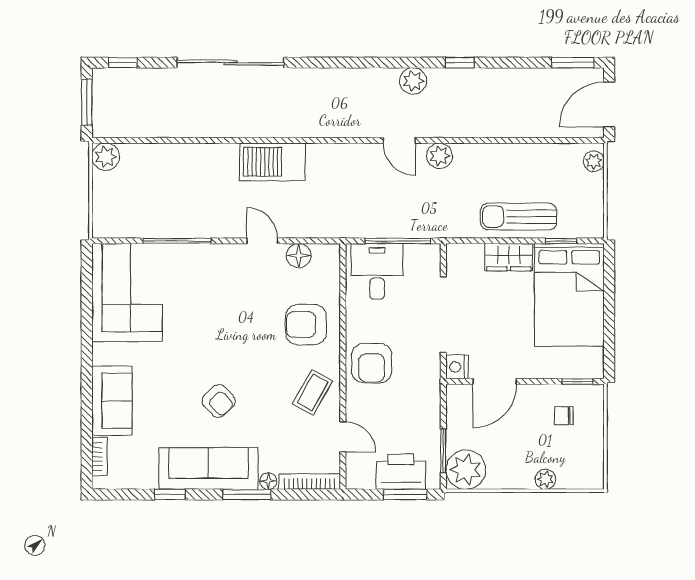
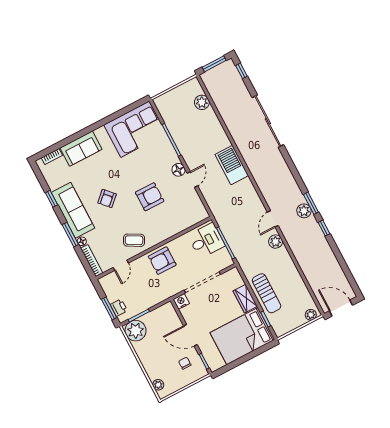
window: (573, 63) -> (311, 203), moved
plant: (106, 157) -> (202, 102), moved
sun lounger: (519, 217) -> (267, 293), turned 180
floor lamp: (299, 256) -> (178, 170), moved
armchair: (306, 325) -> (150, 197), moved, turned 90
door: (495, 382) -> (190, 335), moved
printer: (401, 472) -> (119, 308), width x0.53, depth x0.68
plant: (545, 479) -> (158, 385), moved

